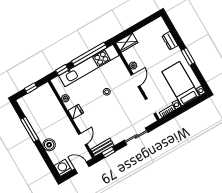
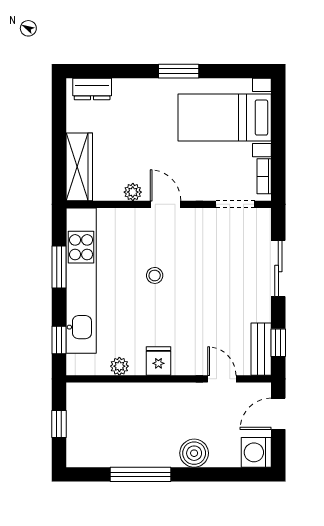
dresser: (170, 41) -> (92, 89), moved
wardrobe: (127, 43) -> (79, 167), width x1.50
window: (89, 54) -> (59, 267), width x0.47

